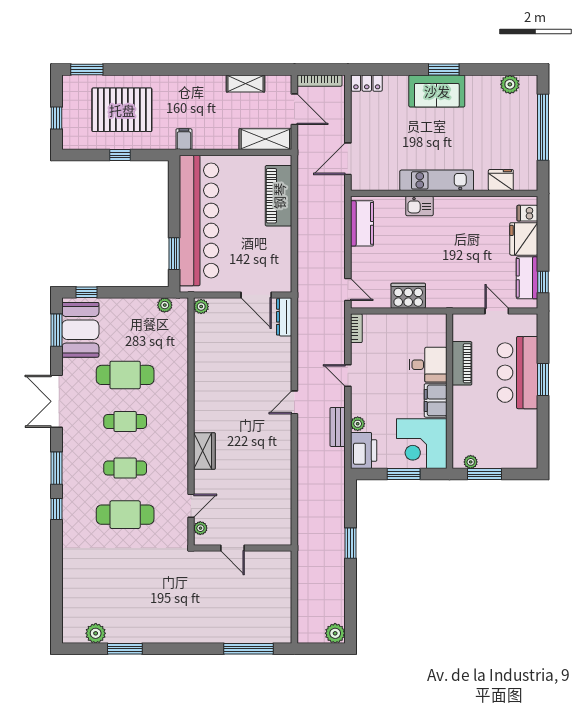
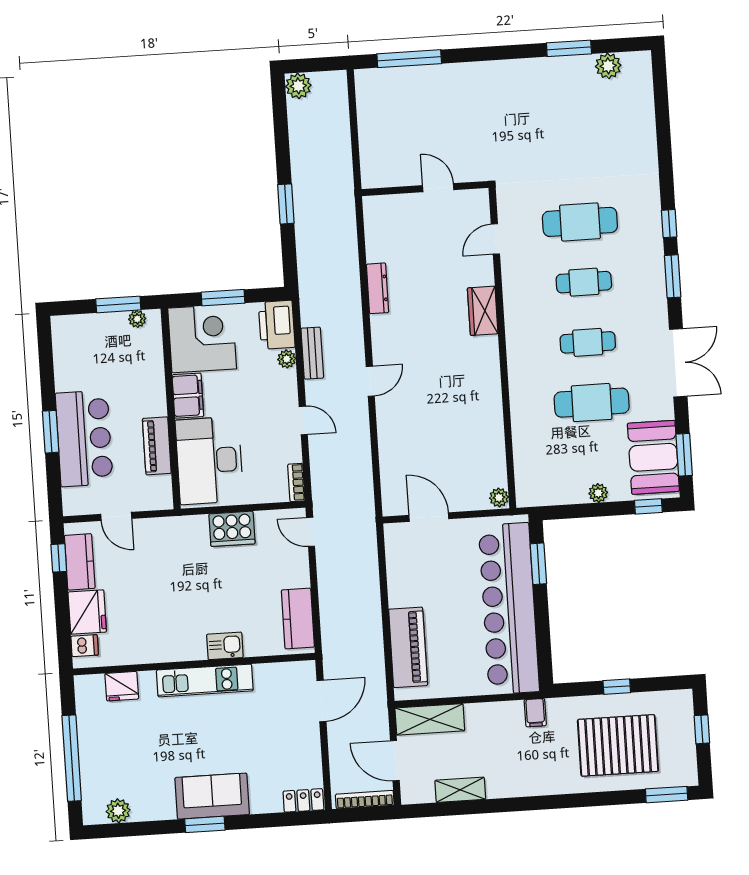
plant: (165, 305) -> (598, 493), moved
dresser: (284, 317) -> (378, 288), moved
desk: (428, 365) -> (209, 460), width x1.87, depth x1.30
plant: (200, 528) -> (481, 211), removed

